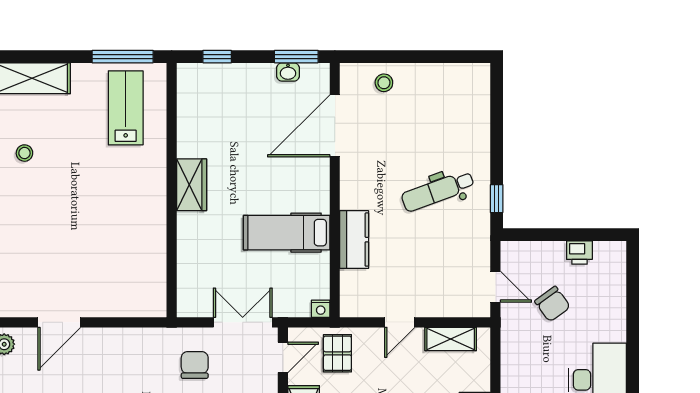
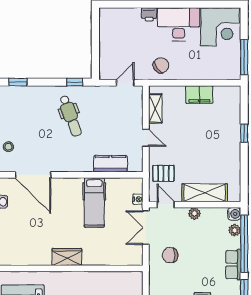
window: (497, 99) -> (18, 82), added
kitchen counter: (354, 240) -> (110, 164), moved
printer: (579, 252) -> (149, 14), moved, turned 90
chair: (552, 304) -> (161, 65), moved
nightstand: (321, 309) -> (138, 199), moved

